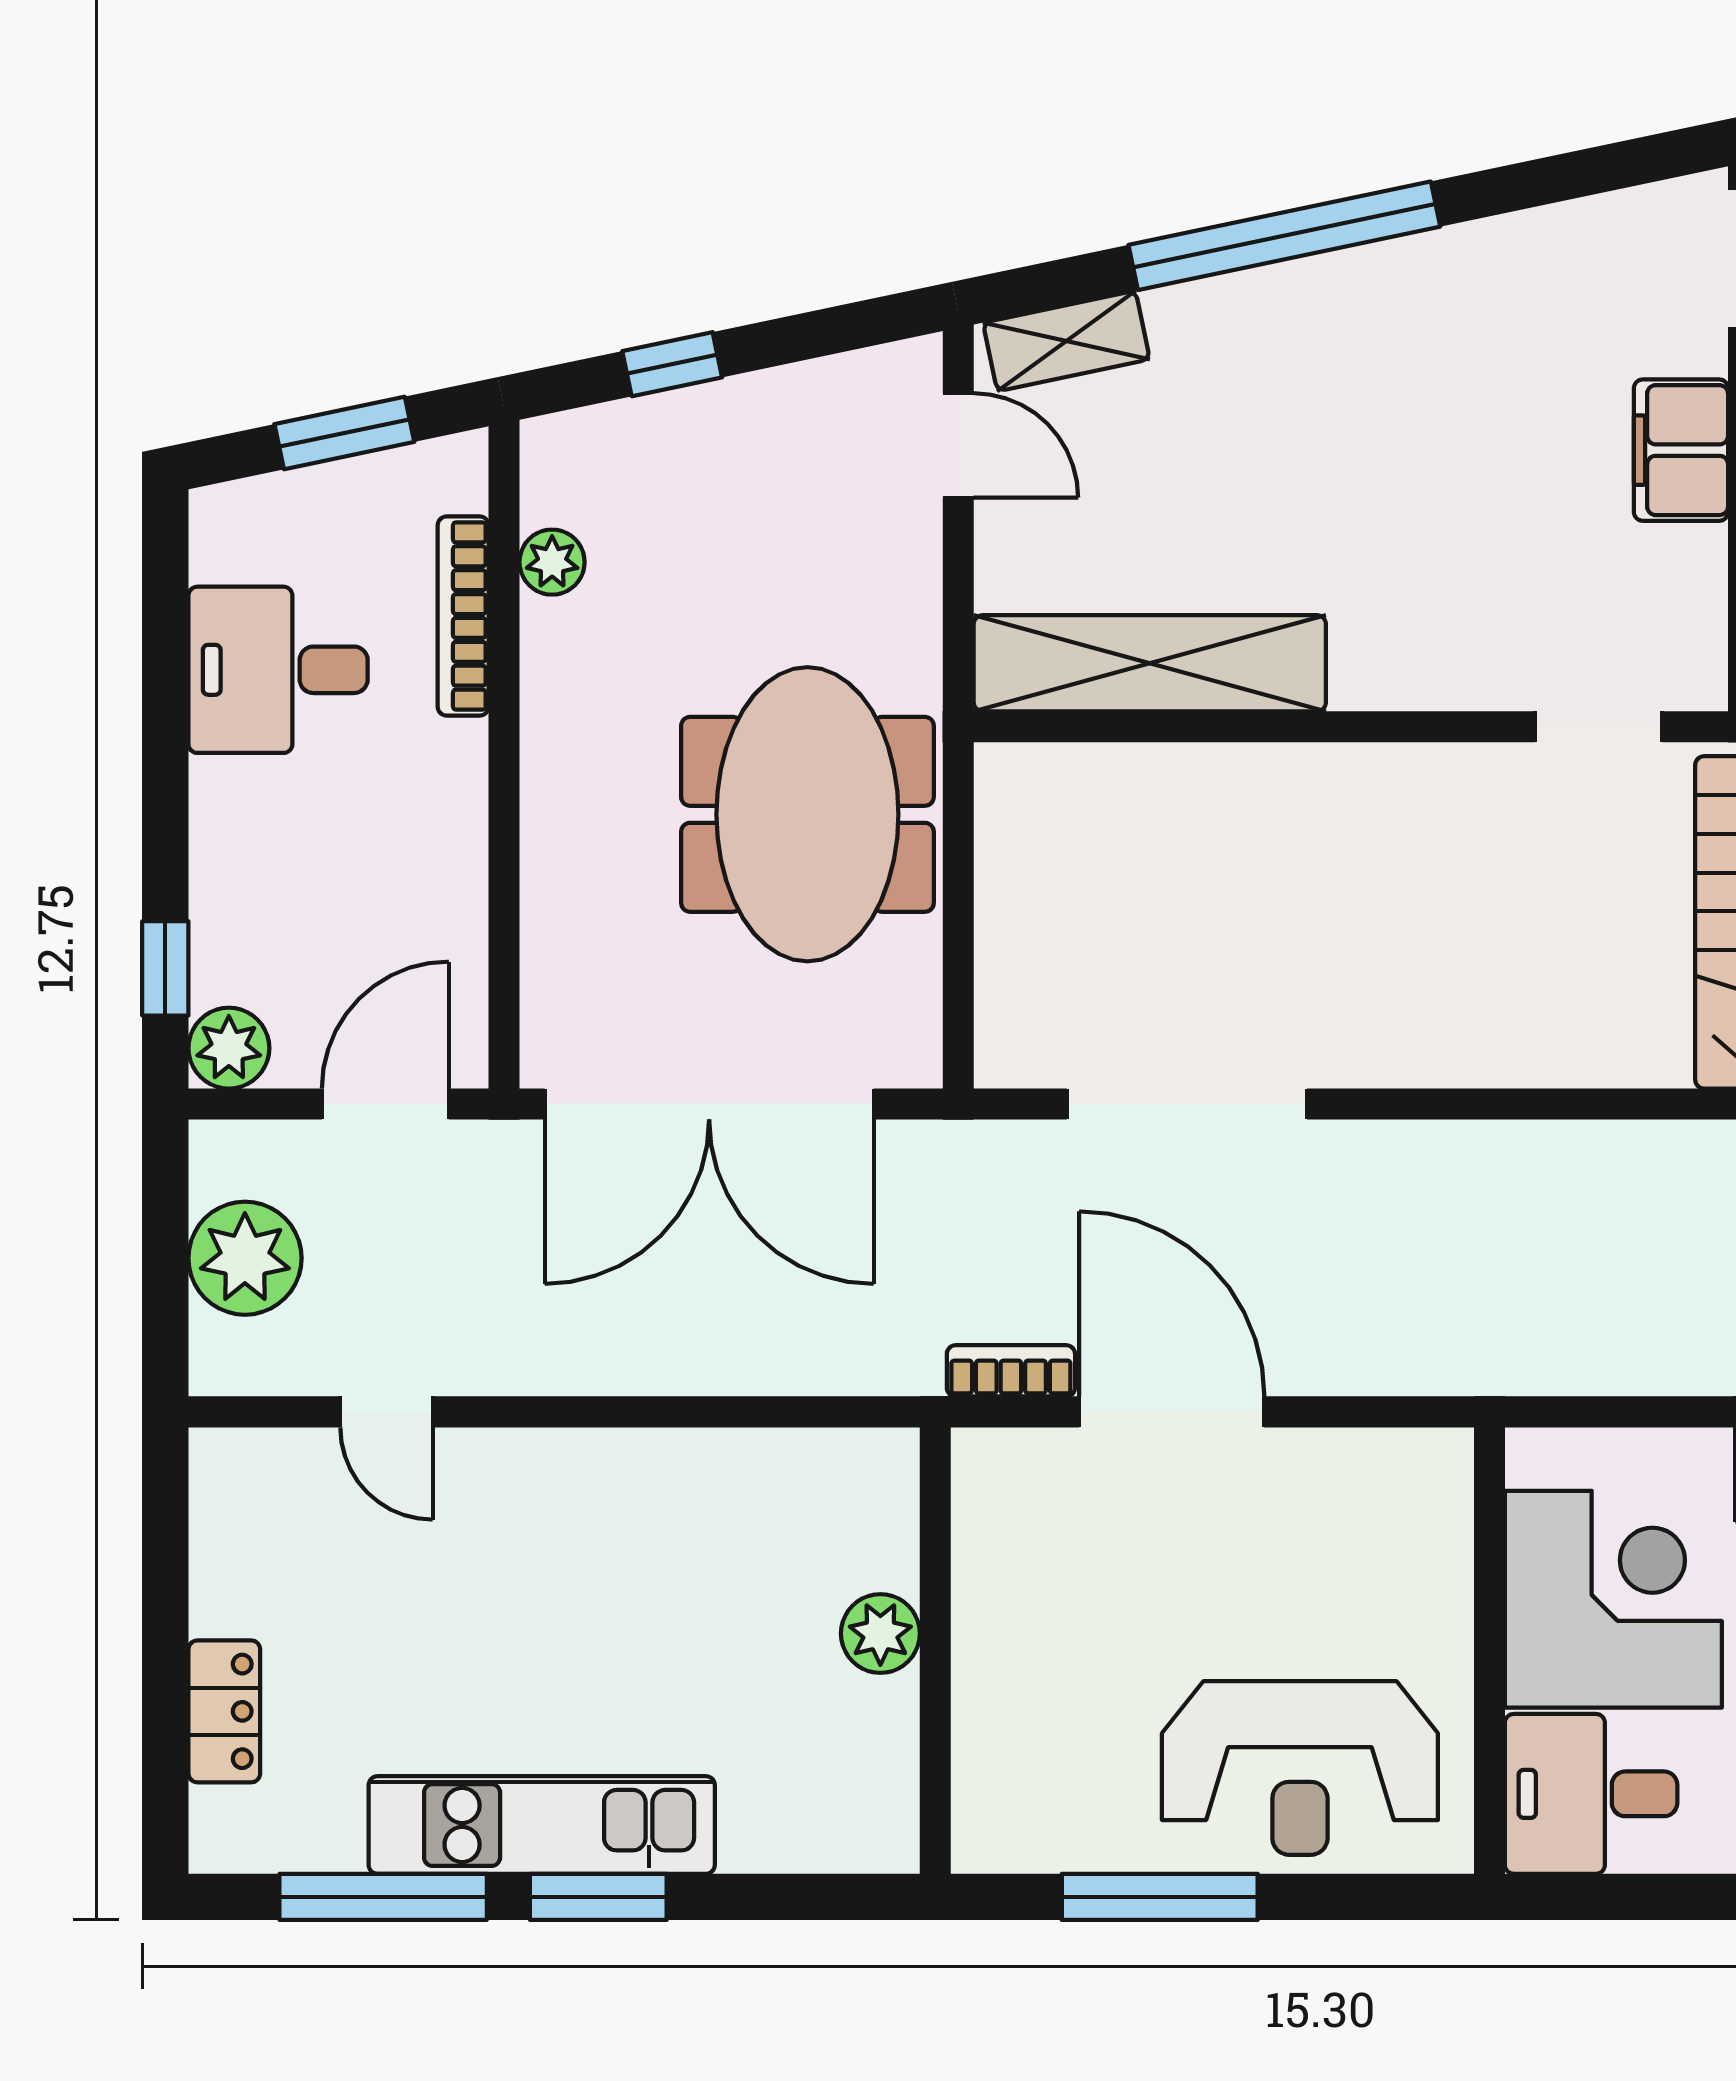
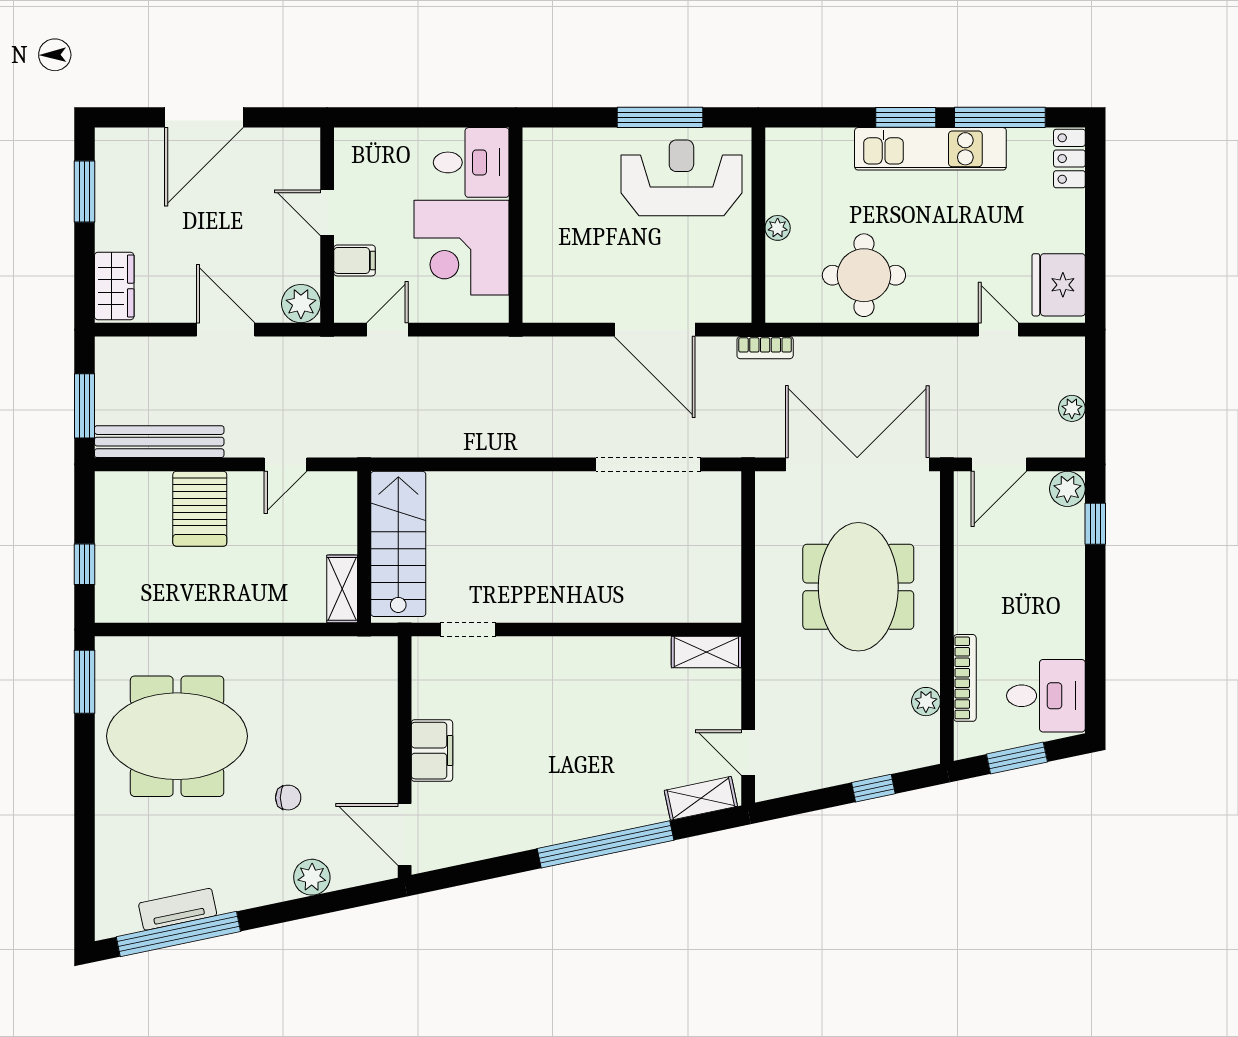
shelving: (1150, 663) -> (706, 652), width x0.45, depth x0.75
desk: (278, 670) -> (1046, 696), moved
meeting table: (807, 814) -> (858, 587), moved
plant: (245, 1258) -> (1072, 408), width x0.53, depth x0.53
bookcase: (1011, 1371) -> (765, 348), moved
fridge: (249, 1514) -> (1059, 285), added
round table: (694, 1536) -> (864, 275), added
plant: (880, 1634) -> (778, 228), width x0.73, depth x0.73
locker: (224, 1711) -> (1069, 159), moved
reception desk: (1300, 1768) -> (681, 178), moved

